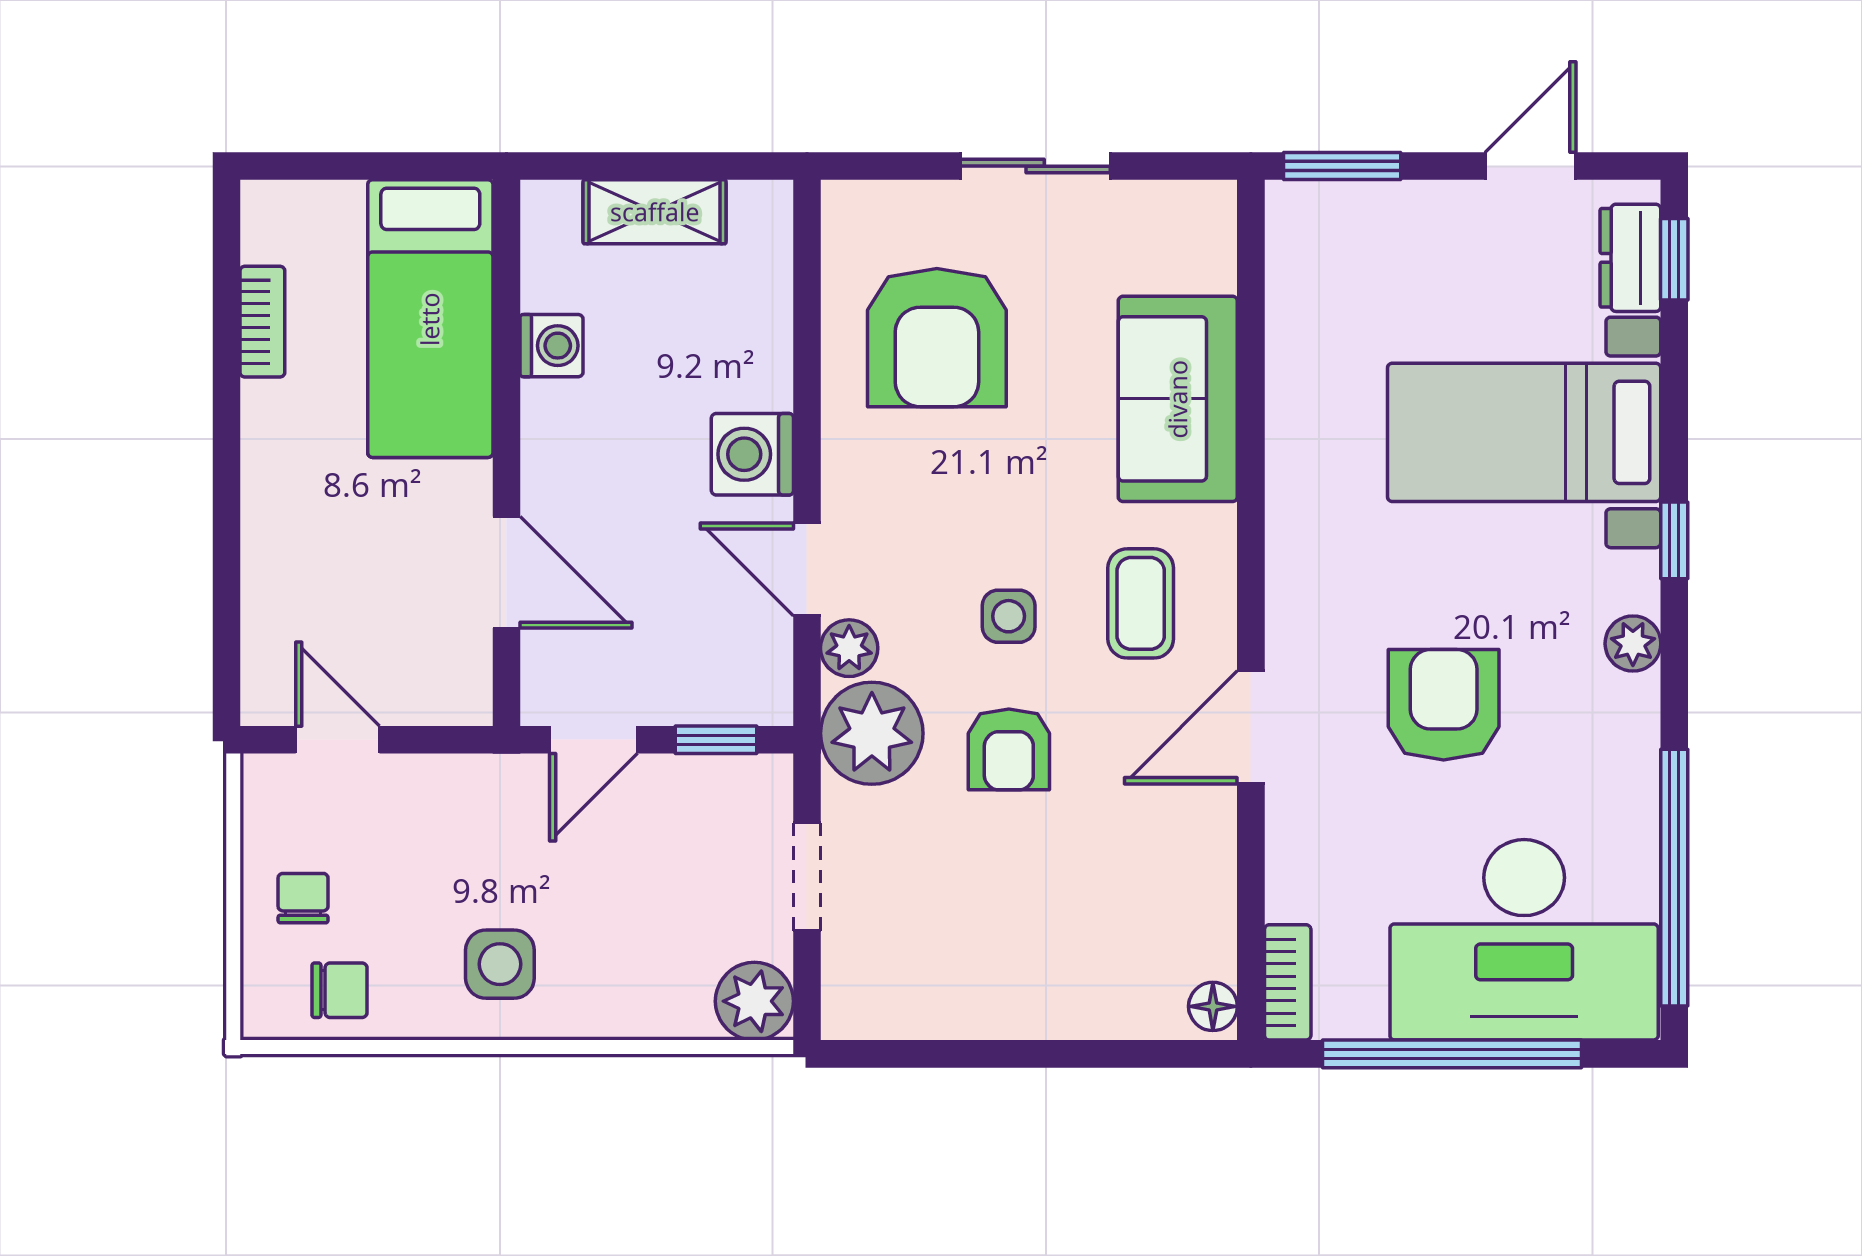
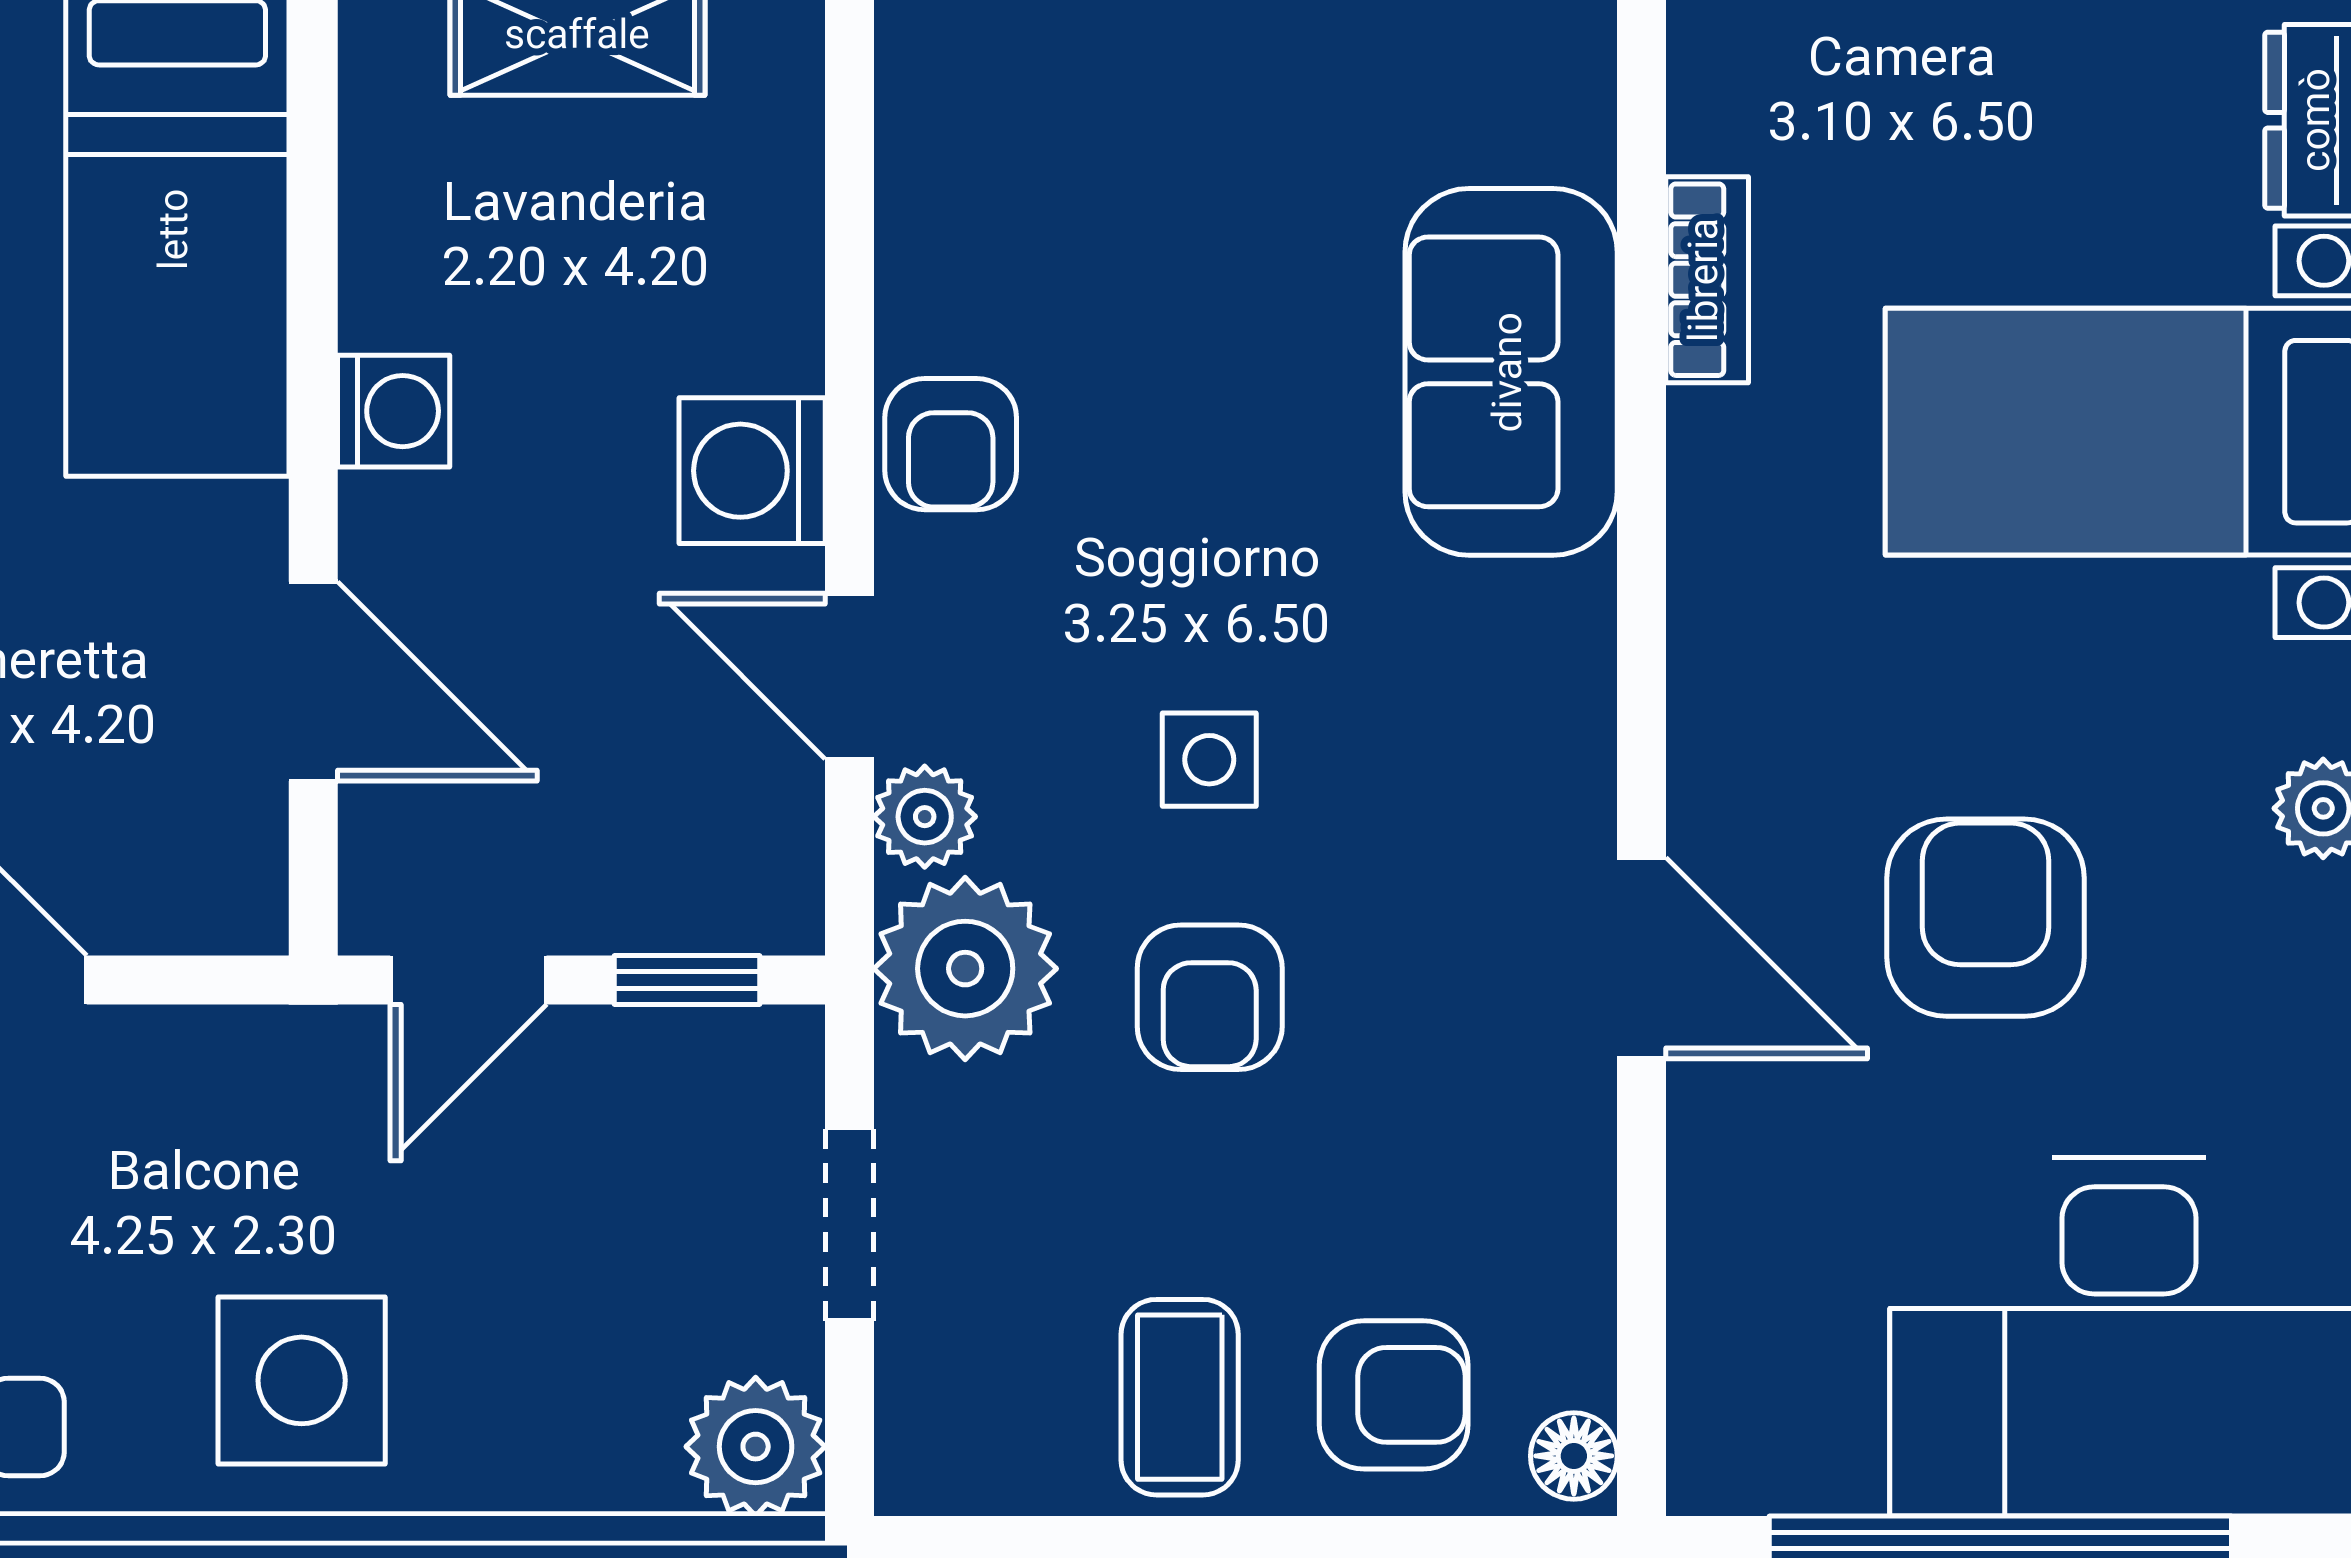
armchair: (937, 338) -> (951, 444), moved, width x0.53, depth x0.53
washing machine: (551, 346) -> (394, 411), moved
coffee table: (1141, 603) -> (1180, 1397), moved
door: (1251, 727) -> (1642, 958), swing flipped
side table: (500, 964) -> (302, 1380), width x1.37, depth x1.37
armchair: (1112, 972) -> (1394, 1395), added
bookcase: (1288, 982) -> (1707, 280), moved

